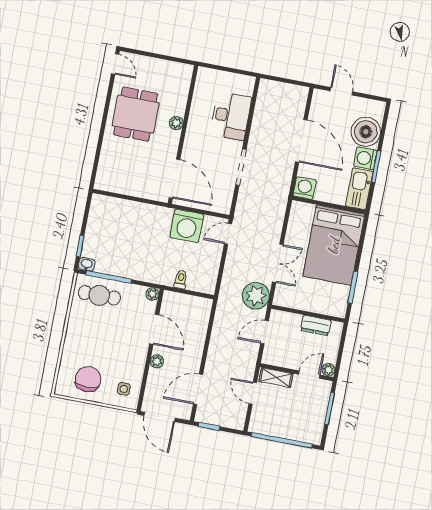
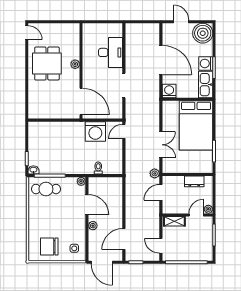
boiler: (366, 132) -> (203, 33), moved
plant: (256, 296) -> (155, 173), width x0.53, depth x0.53
chair: (88, 379) -> (49, 246), turned -90
door: (253, 393) -> (161, 246), moved

